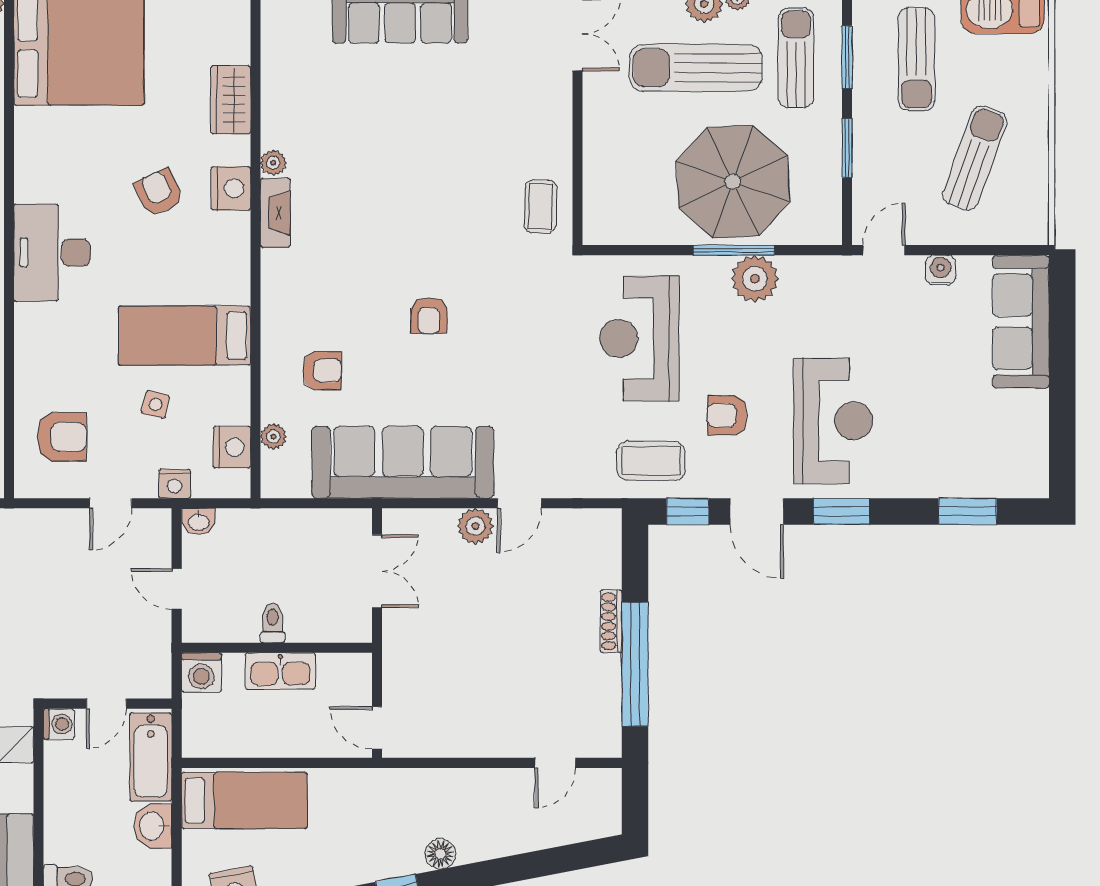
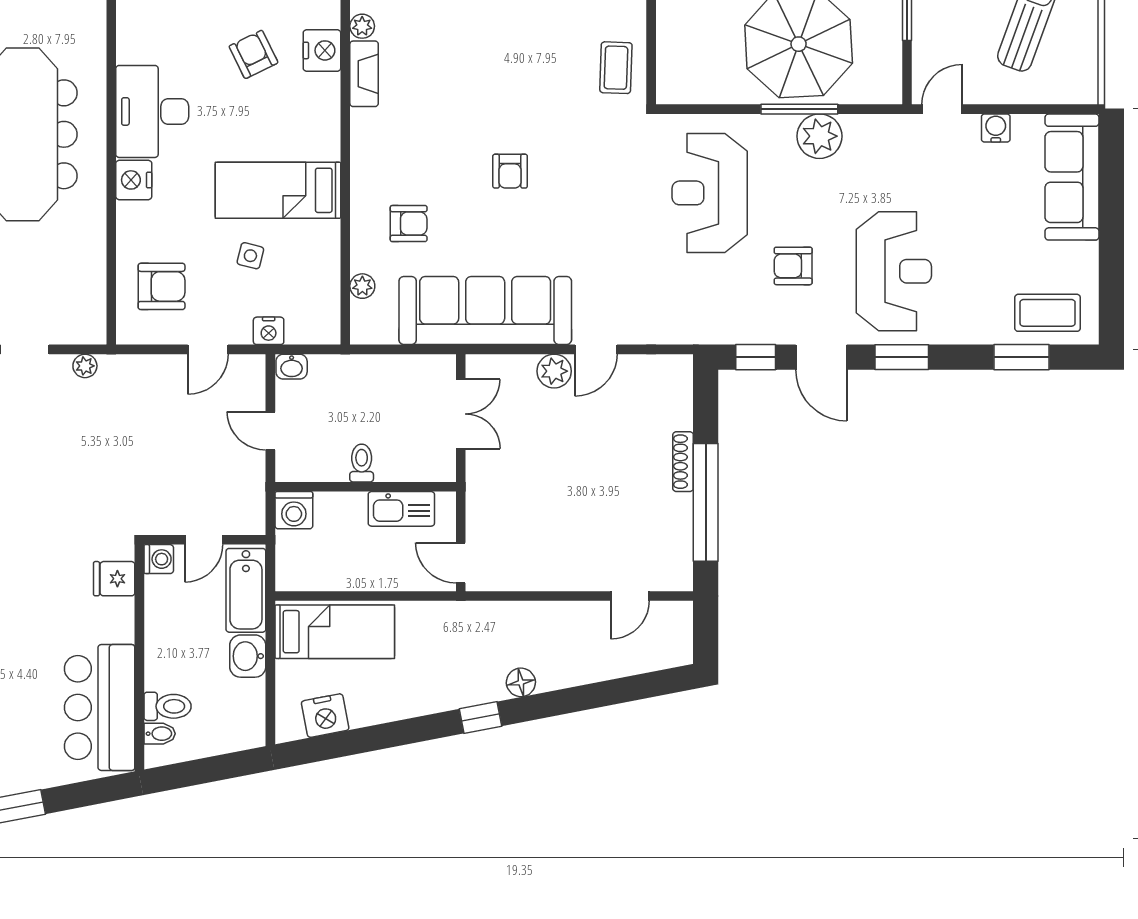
nightstand: (232, 447) -> (134, 180), moved, turned 180
coffee table: (651, 461) -> (1048, 313), moved
kitchen sink: (280, 671) -> (401, 509), moved

